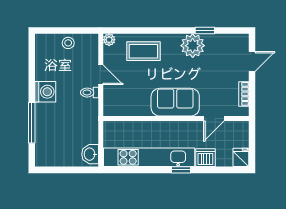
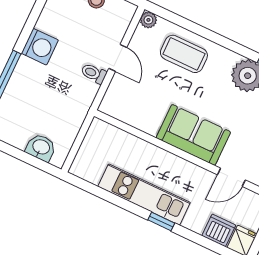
washbasin: (90, 154) -> (41, 147), moved, turned 90
kitchen unit: (149, 157) -> (144, 194), width x0.73
dishwasher: (205, 158) -> (219, 230), moved

